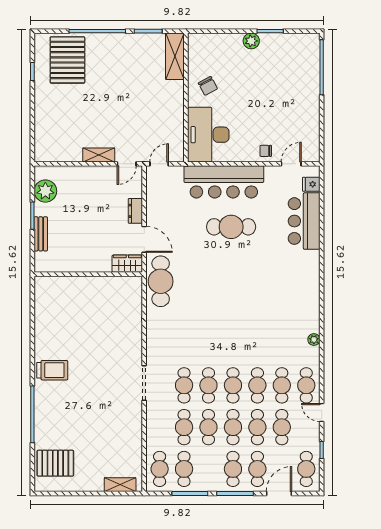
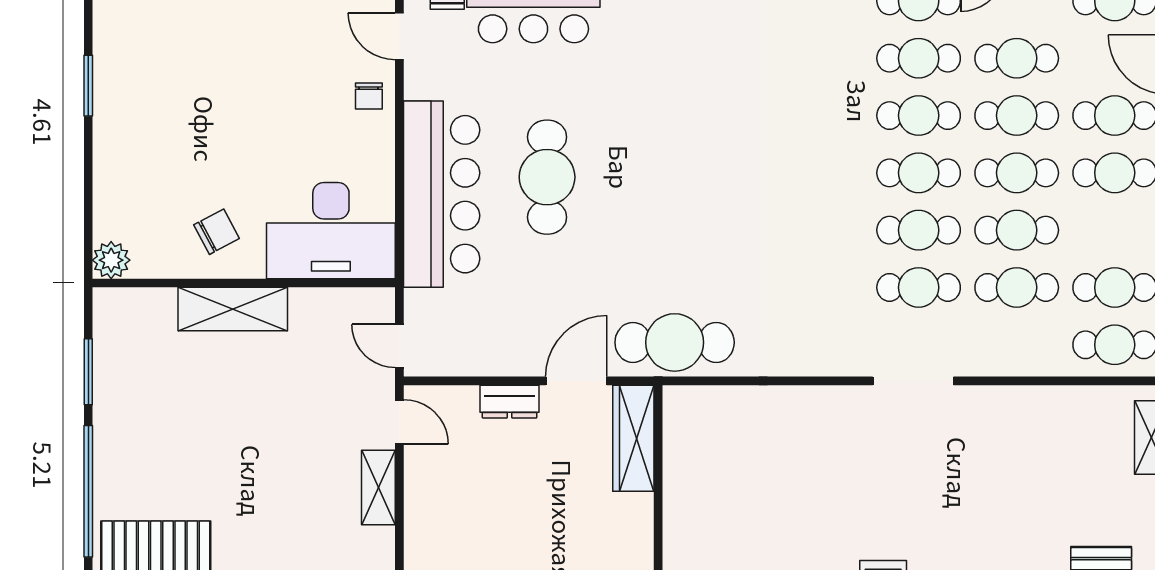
plant: (251, 41) -> (111, 260), moved
shelving: (175, 56) -> (233, 309), moved
wardrobe: (127, 264) -> (633, 438), width x1.50

